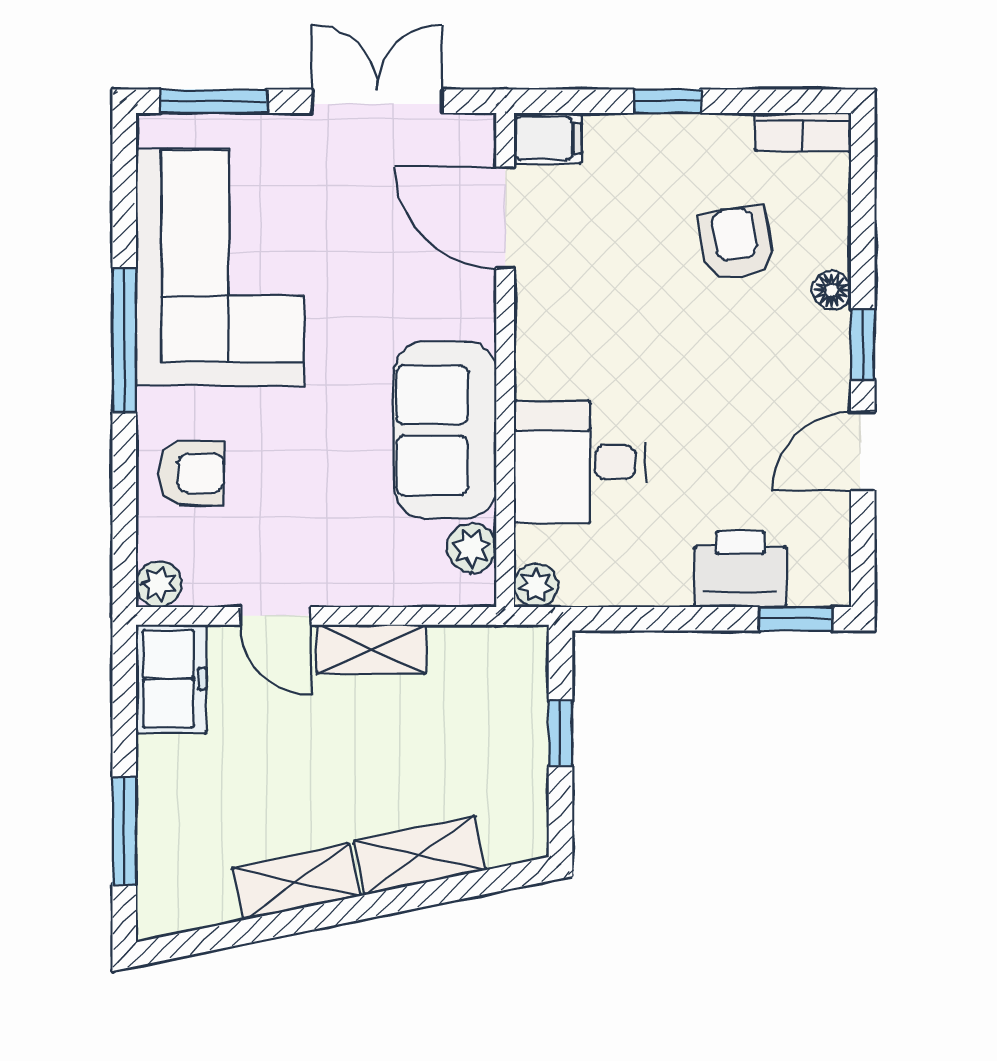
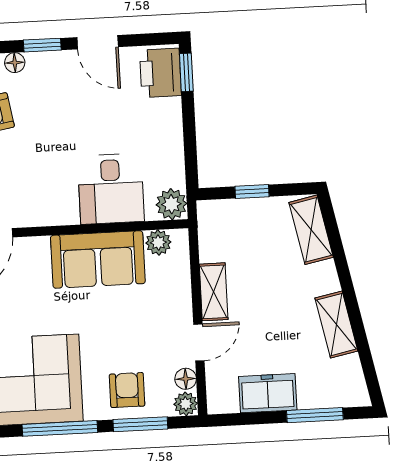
window: (124, 495) -> (140, 424), added
printer: (740, 569) -> (160, 73), moved
plant: (536, 585) -> (171, 204), width x1.38, depth x1.38
floor lamp: (207, 587) -> (186, 379), added
freezer: (171, 679) -> (268, 393), moved
shelving: (420, 855) -> (311, 230), moved

